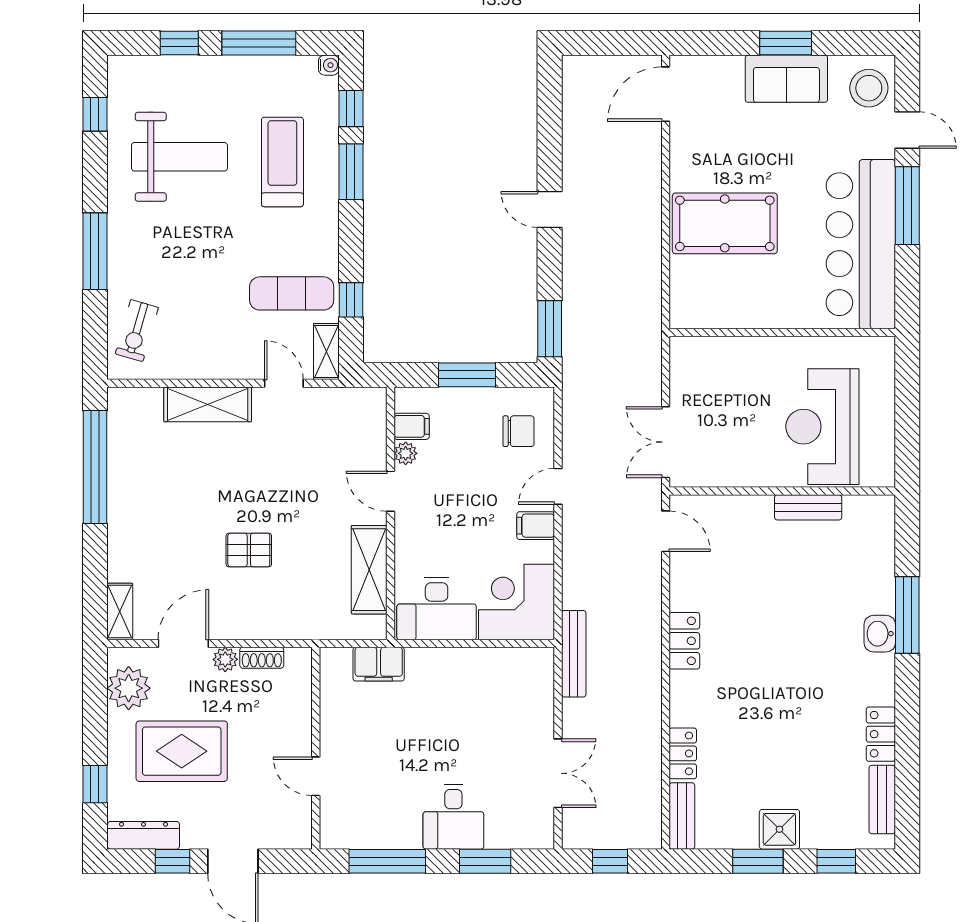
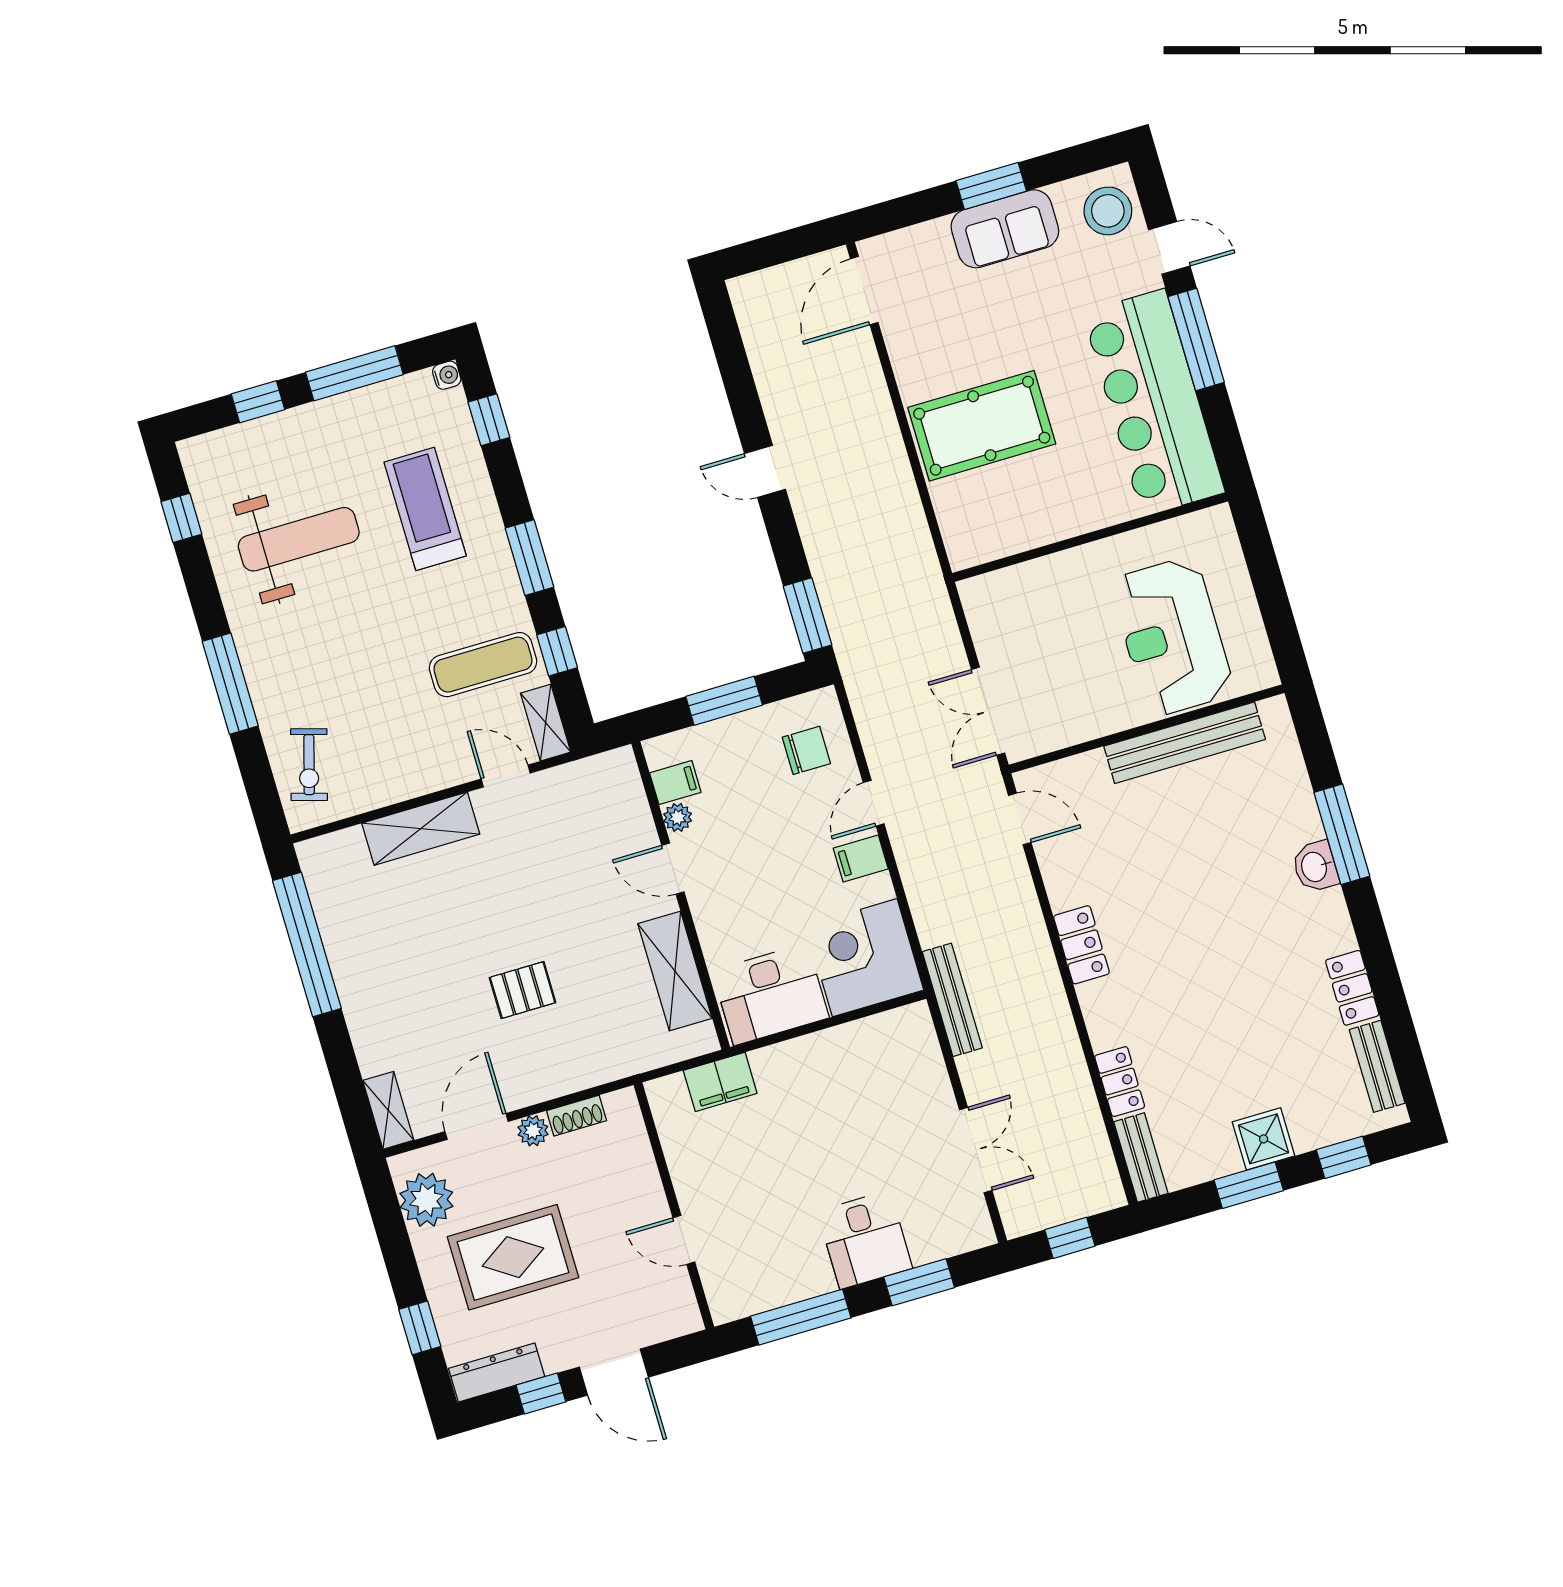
window: (351, 172) -> (529, 558), moved
bench: (808, 507) -> (1185, 743), width x1.86, depth x1.21

